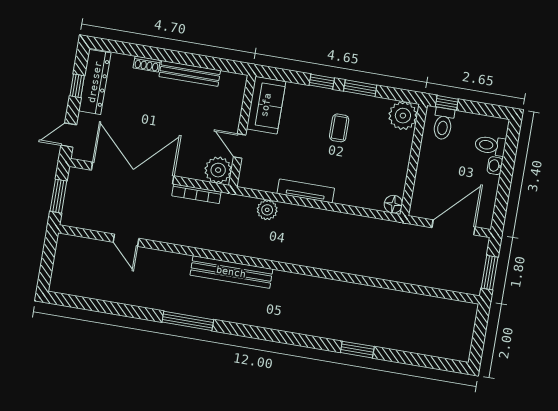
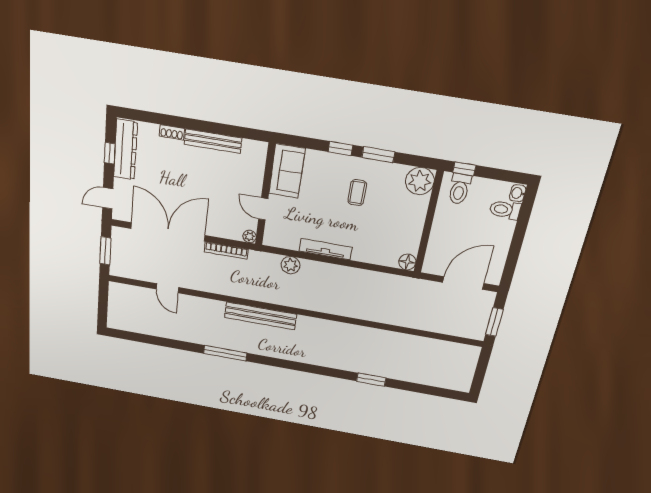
washbasin: (495, 166) -> (518, 193), moved
plant: (218, 170) -> (250, 236), width x0.53, depth x0.53

